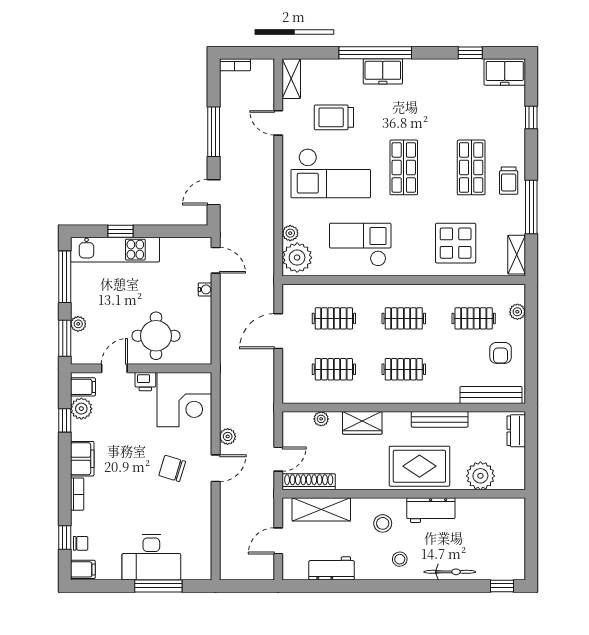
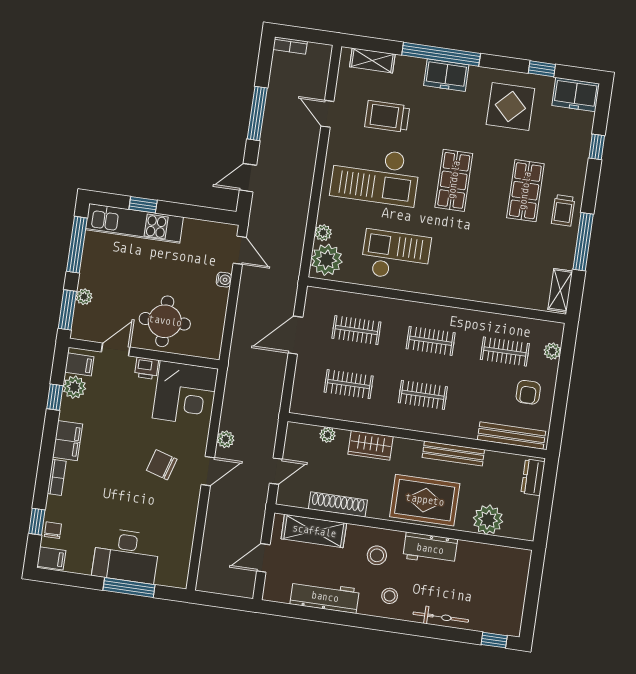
shelving: (291, 79) -> (372, 60), moved, turned 90
display table: (456, 243) -> (510, 106), moved
shoe rack: (309, 482) -> (338, 504), moved
chair: (81, 543) -> (53, 530), turned -90
workbench: (332, 568) -> (325, 597), width x1.37

